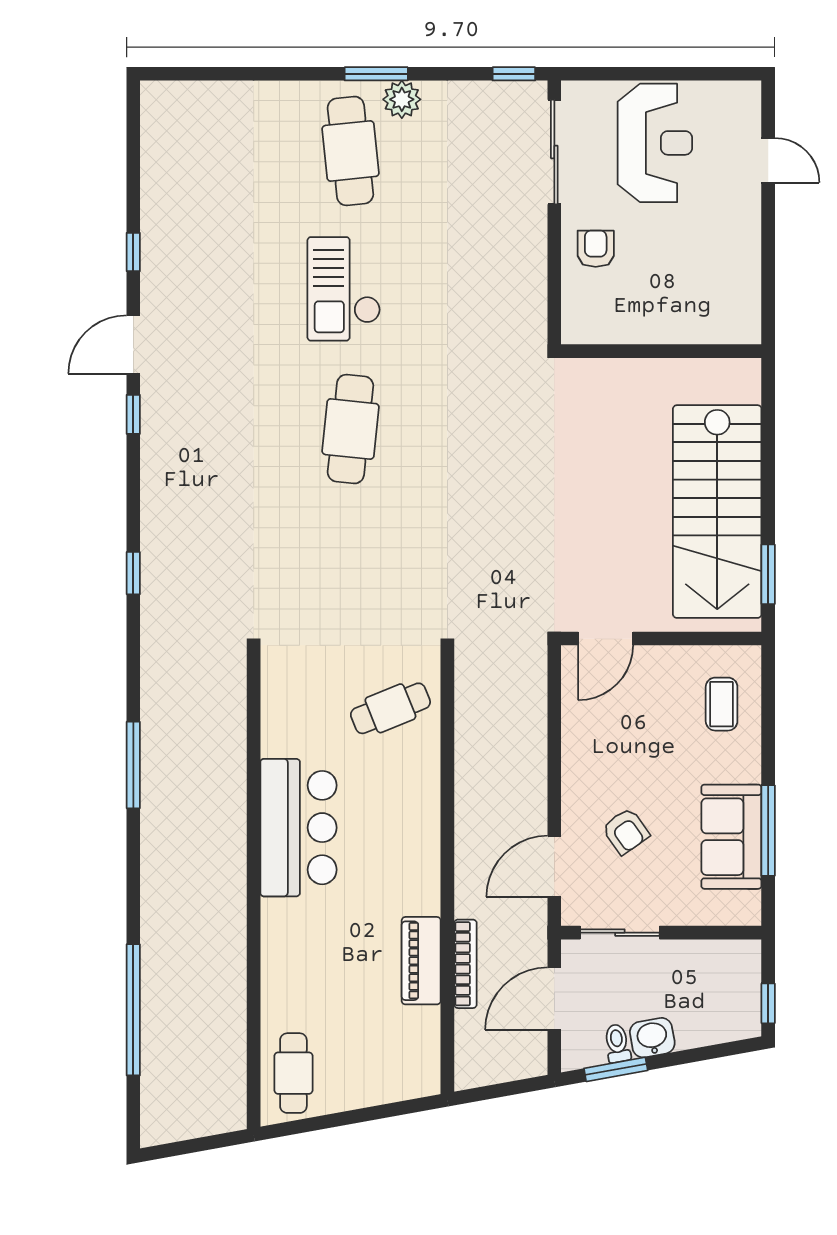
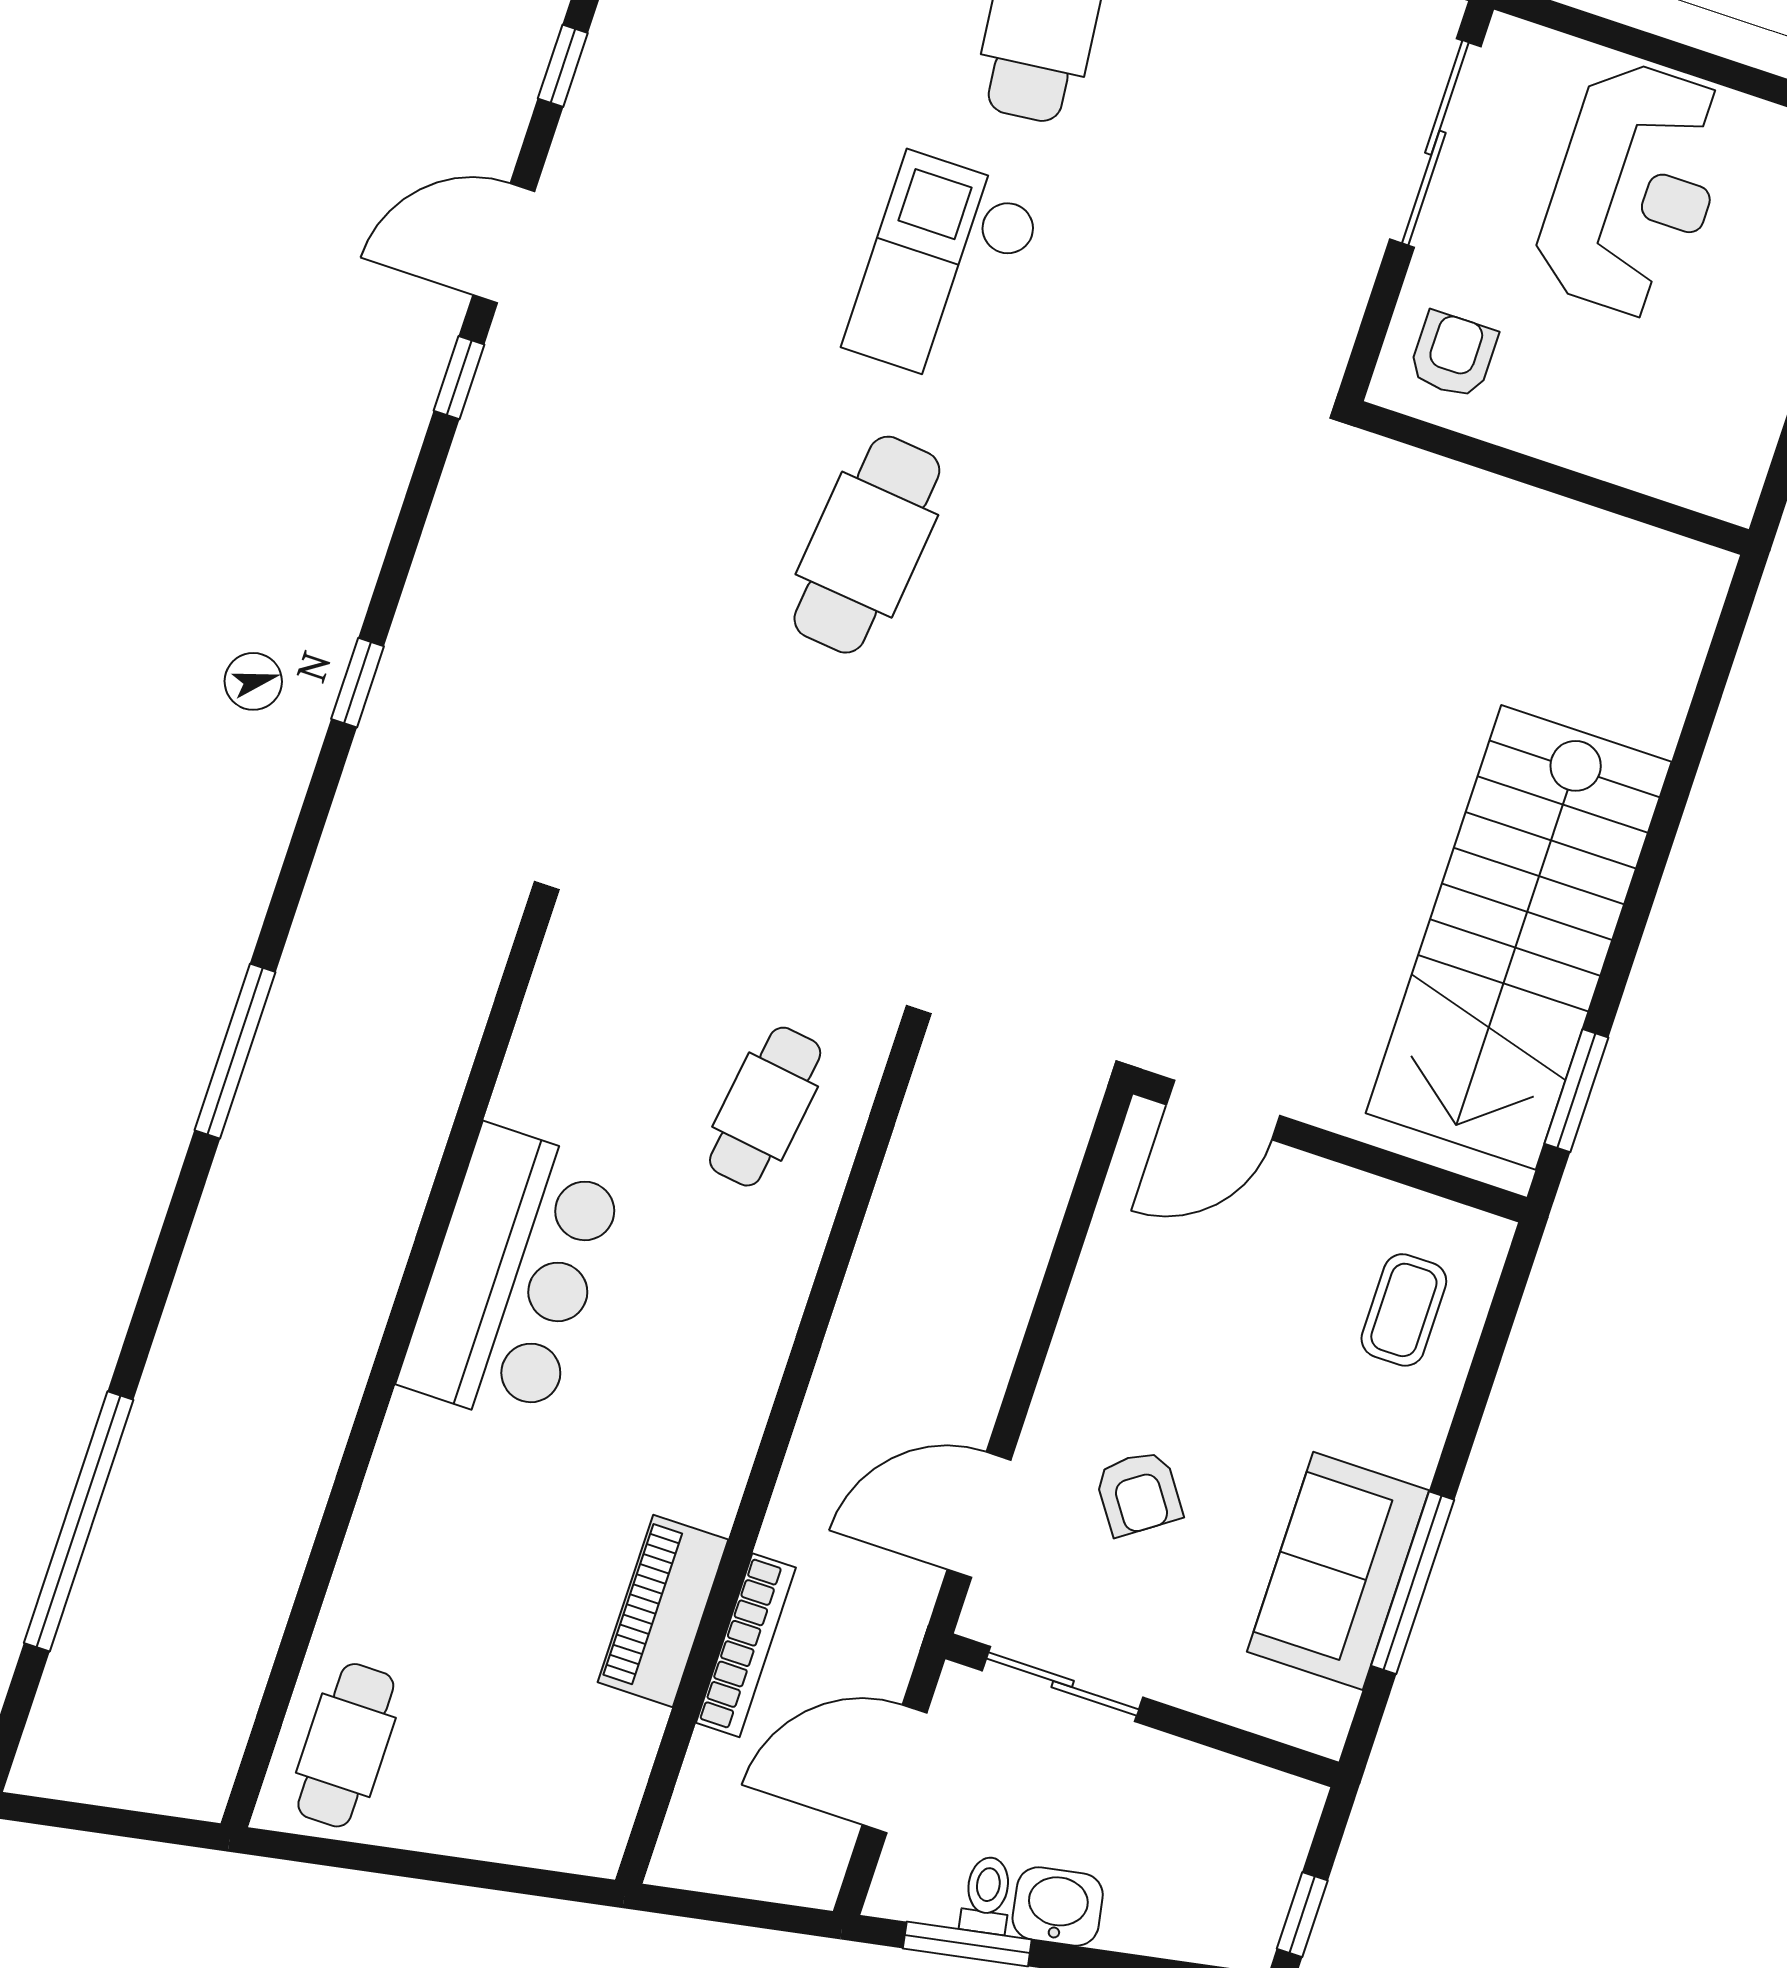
wall: (661, 351) -> (1552, 478), moved
cafe table: (390, 708) -> (765, 1107), turned -60

